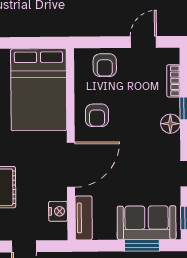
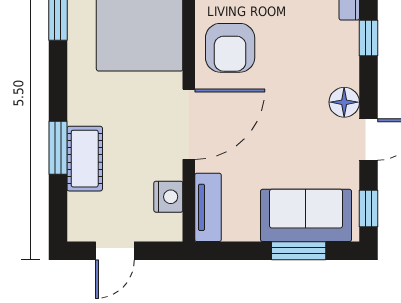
armchair: (97, 115) -> (230, 48), width x1.38, depth x1.38
floor lamp: (170, 124) -> (344, 102), moved

